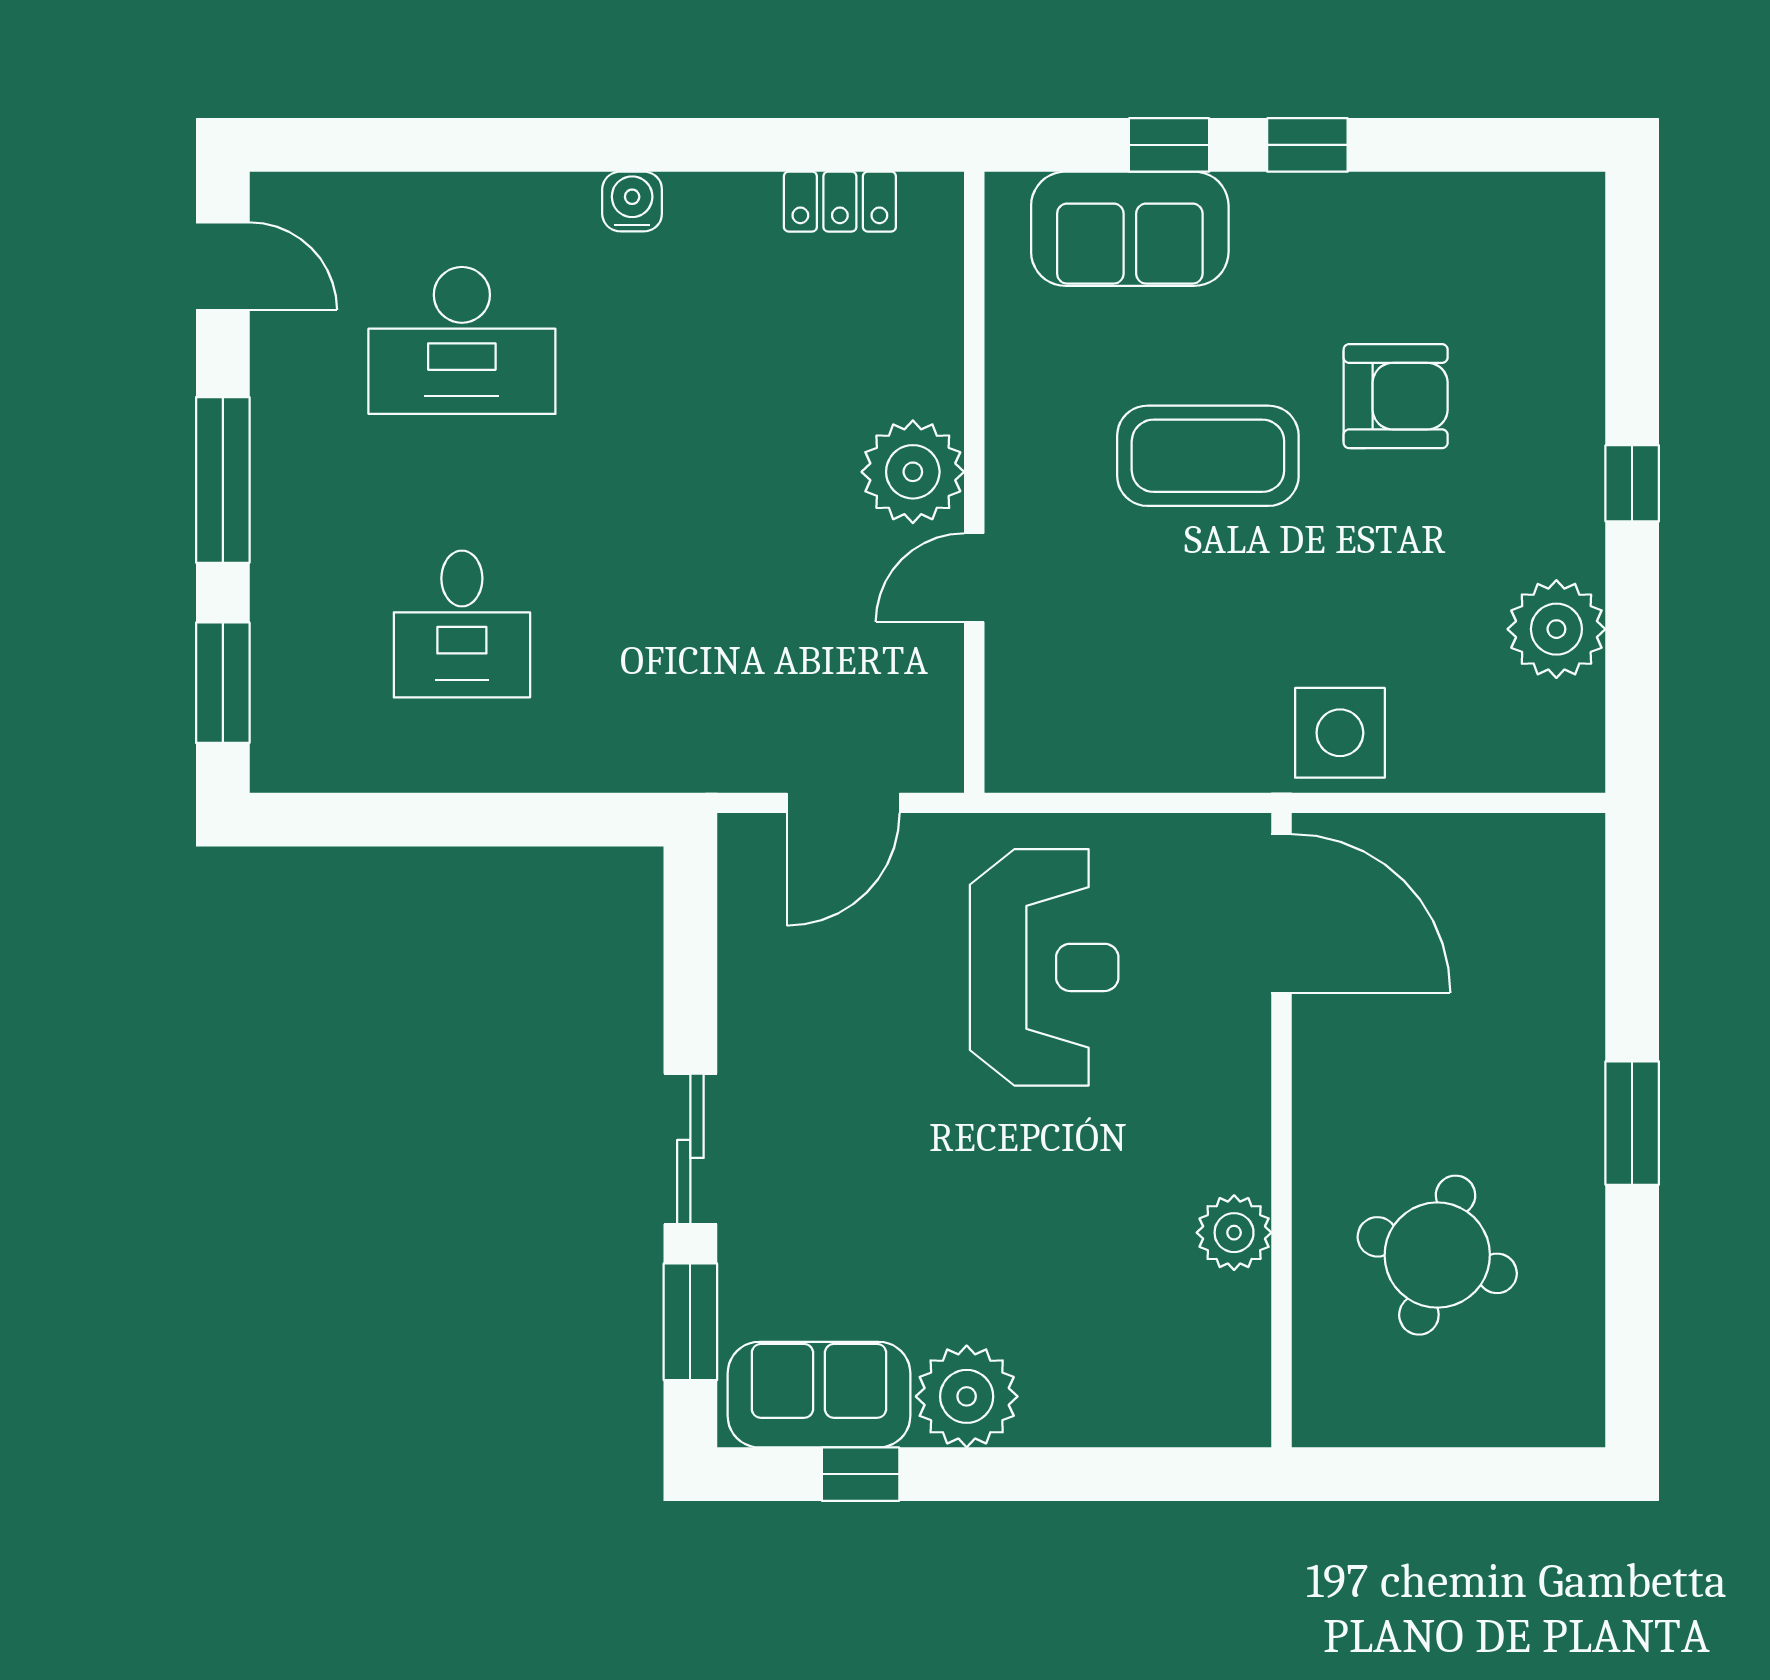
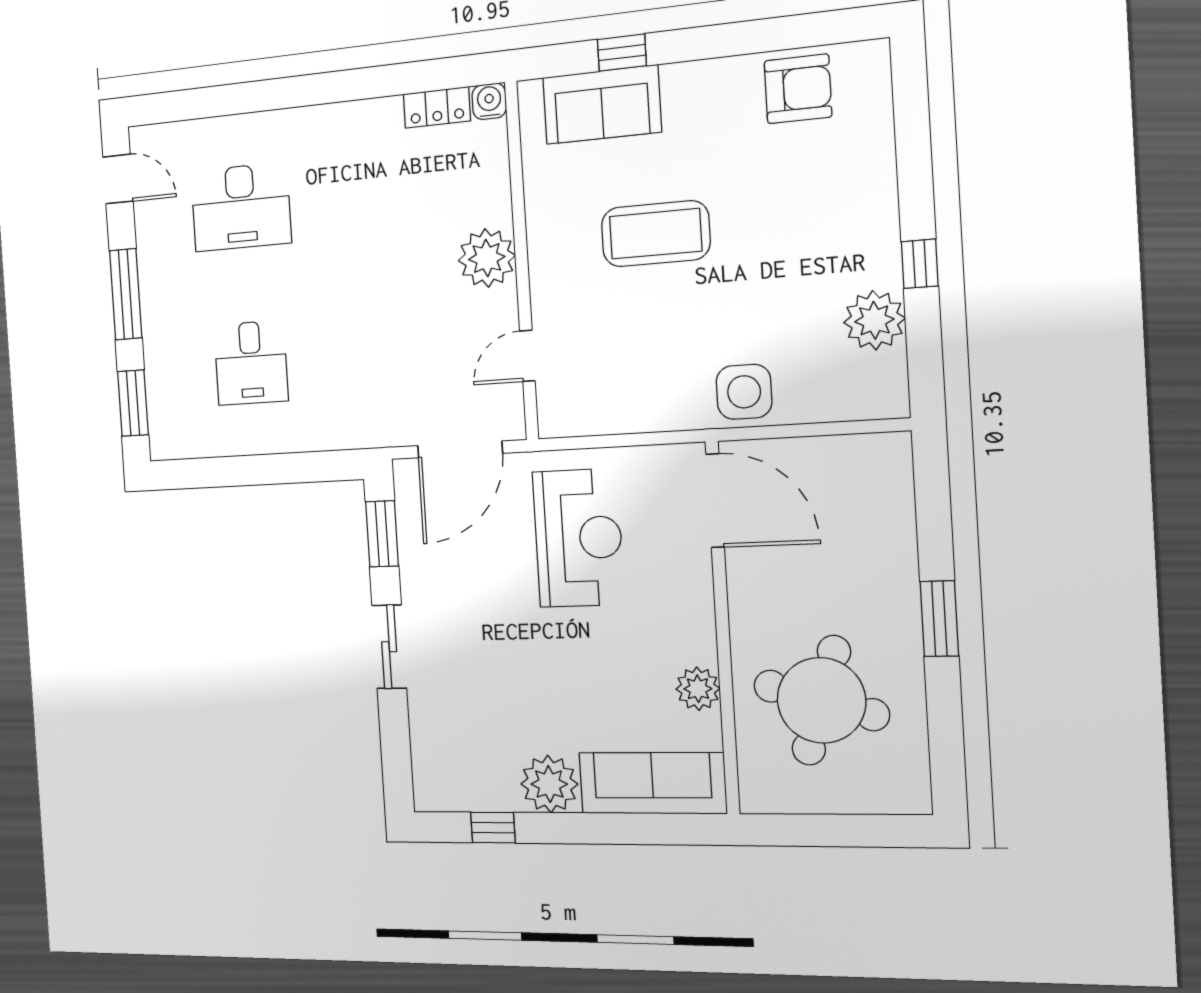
window: (1307, 145) -> (704, 43), removed
water cooler: (632, 201) -> (489, 101), moved
armchair: (1396, 396) -> (798, 89), moved
window: (1632, 483) -> (920, 264), moved
door: (974, 578) -> (527, 356), moved
door: (843, 803) -> (460, 449), width x1.36
round table: (1437, 1255) -> (821, 700), width x1.36, depth x1.36
window: (690, 1322) -> (382, 534), moved
sofa: (819, 1395) -> (653, 783), moved, width x1.36

